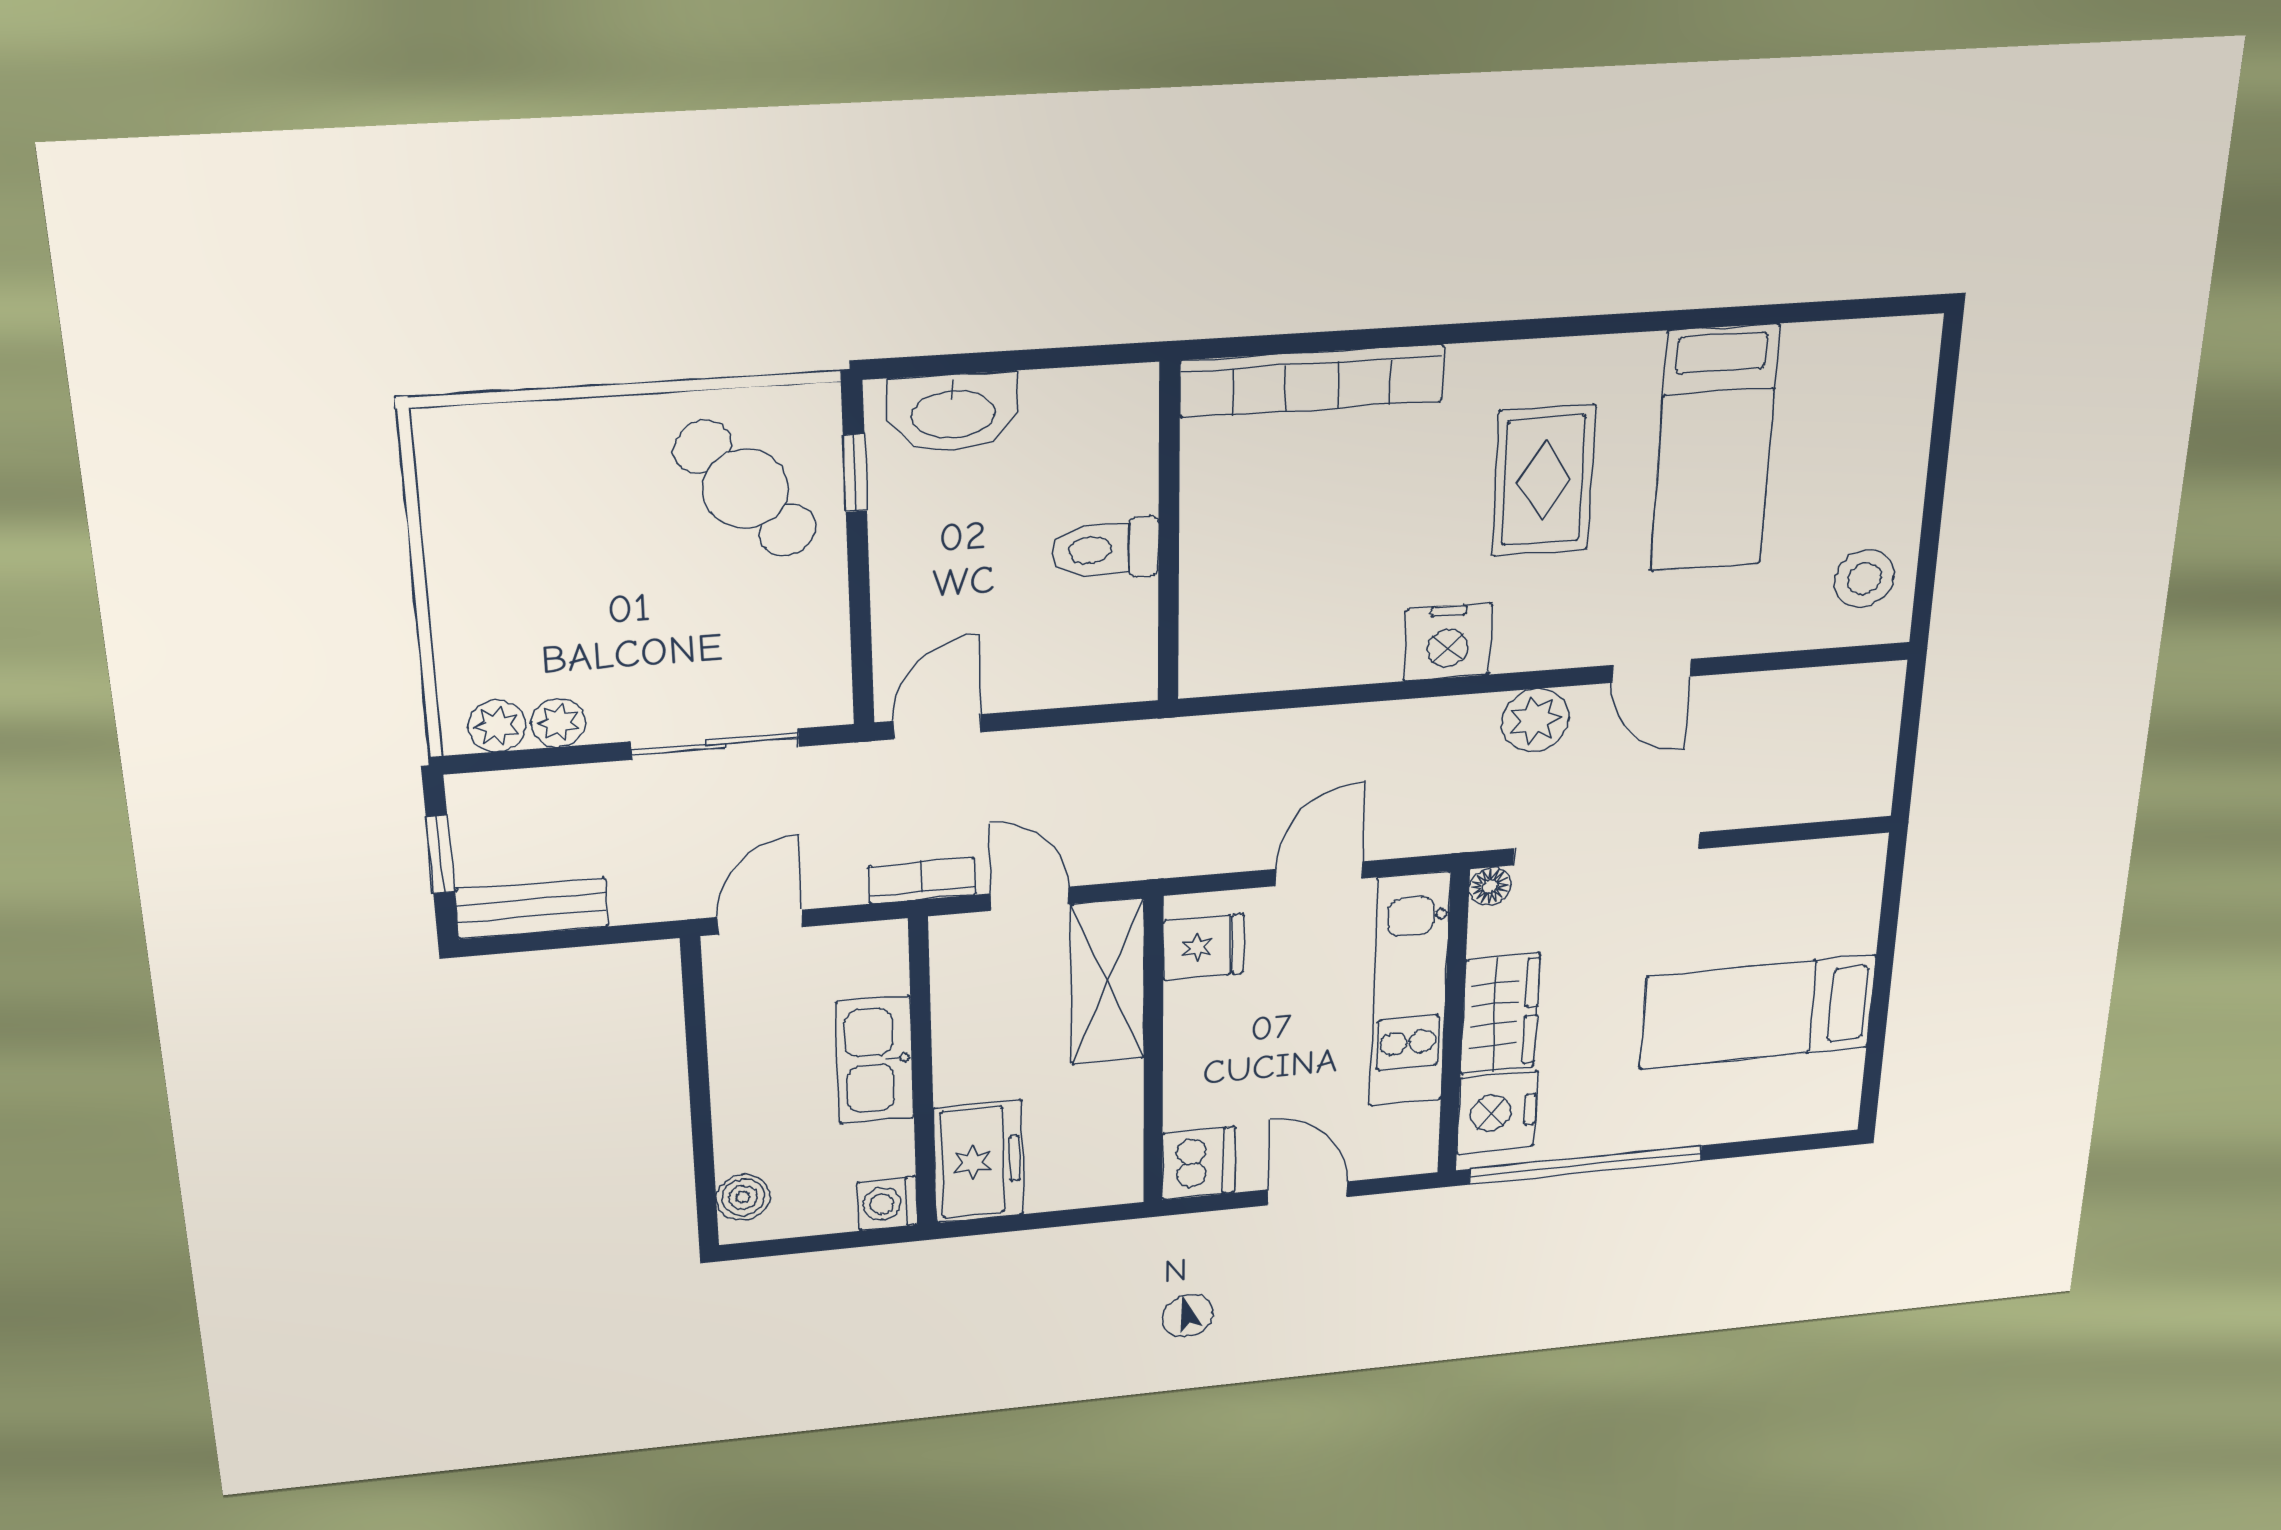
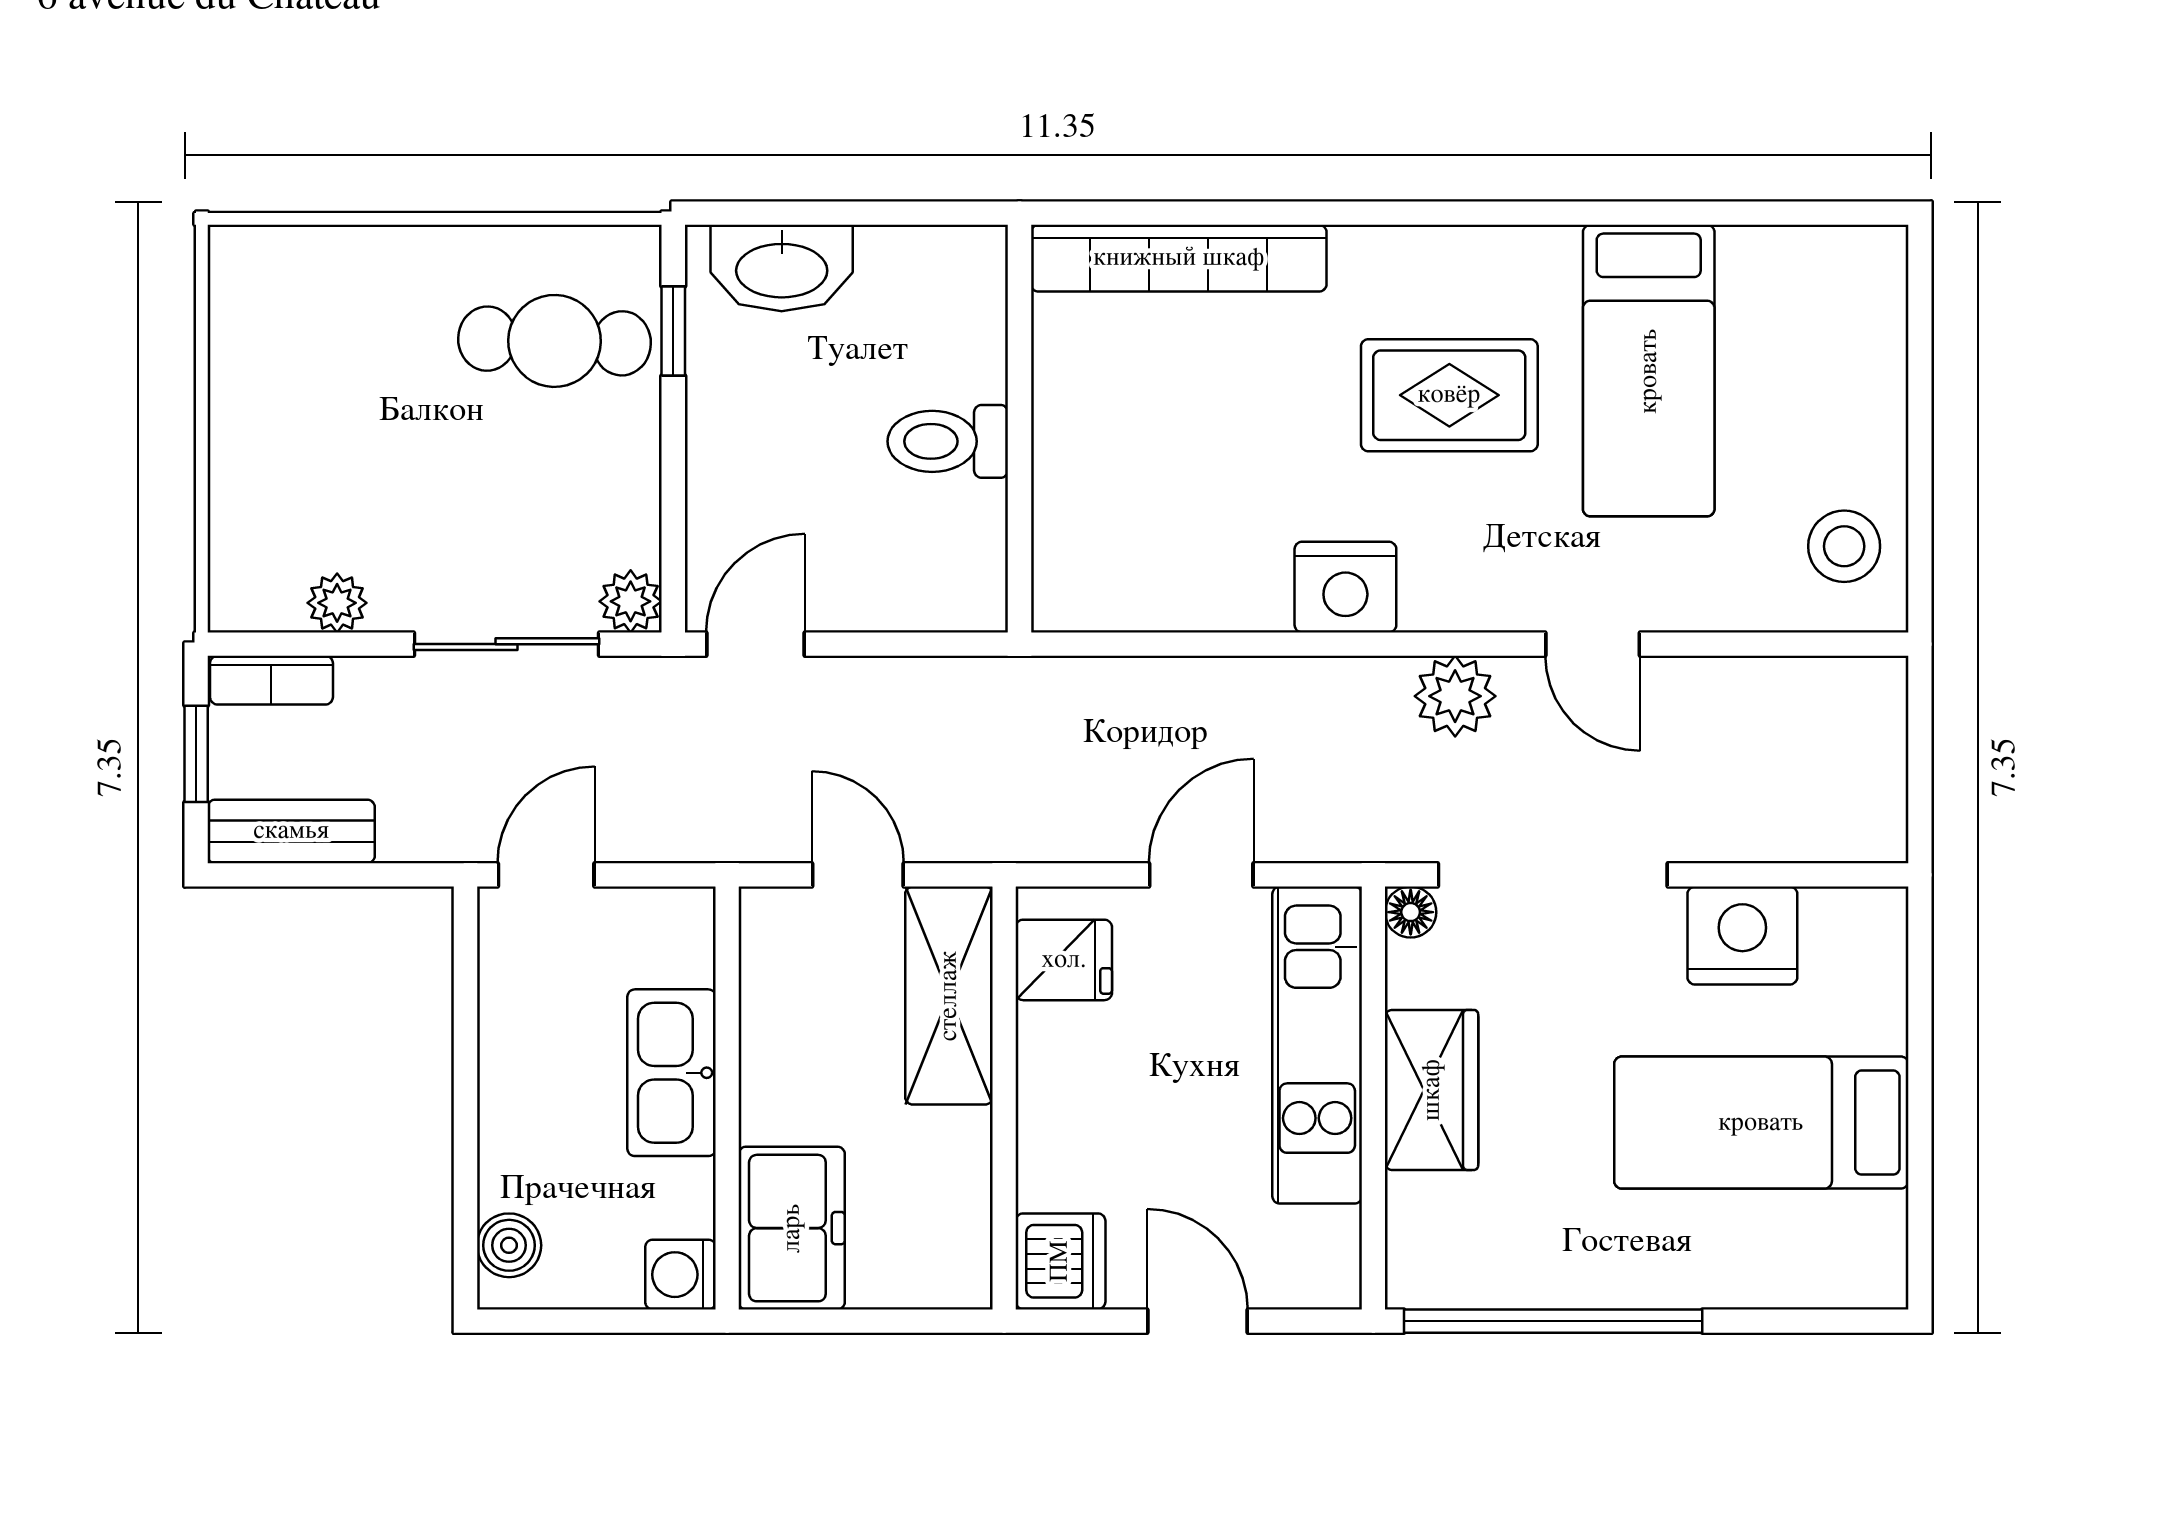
rug: (1544, 481) -> (1449, 395), turned 90
cafe table: (745, 489) -> (554, 341), turned -48
plant: (497, 726) -> (631, 601), moved
bookcase: (922, 881) -> (271, 680), moved, turned 180
nightstand: (1497, 1113) -> (1742, 936), moved, turned 90

